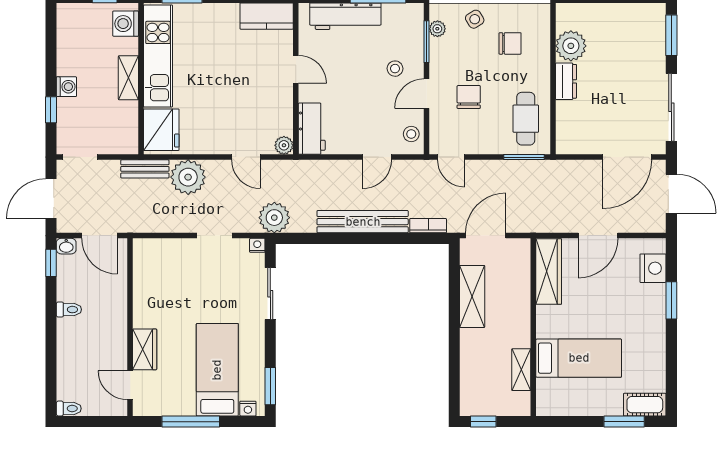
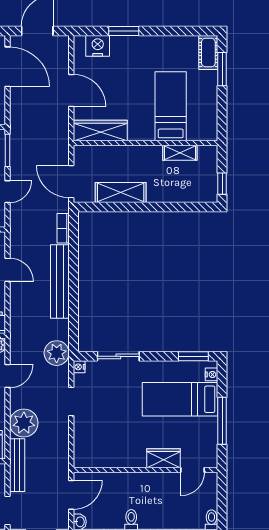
door: (451, 157) -> (8, 192), moved
bench: (145, 169) -> (17, 465), width x1.36

